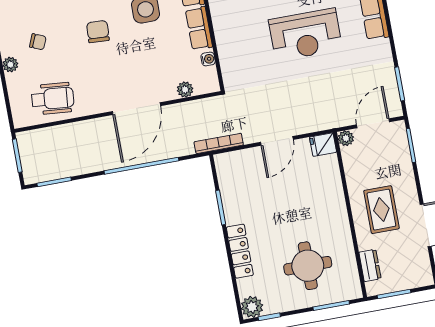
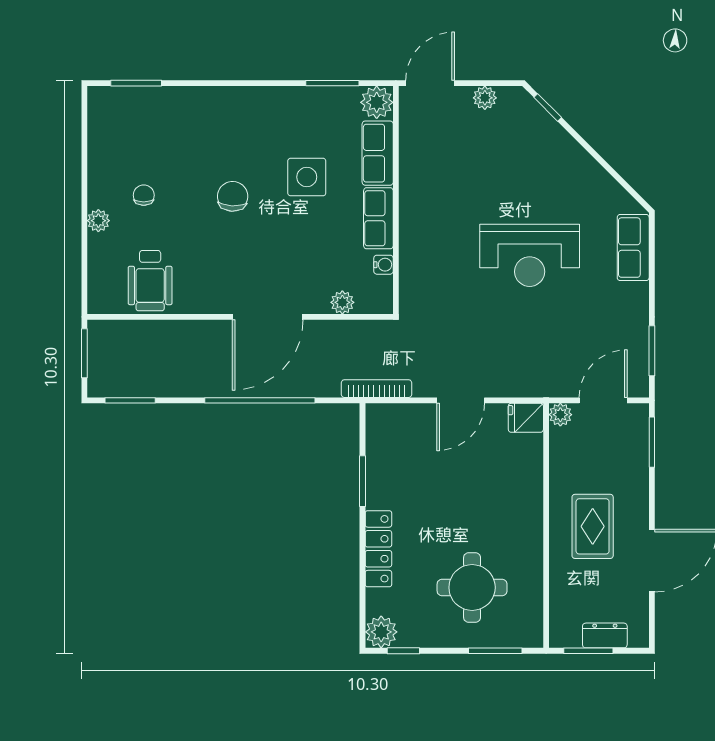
chair: (38, 42) -> (144, 195), turned -113
wheelchair: (53, 99) -> (150, 281), turned 85
dresser: (370, 265) -> (605, 635), moved, turned -90

